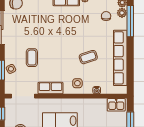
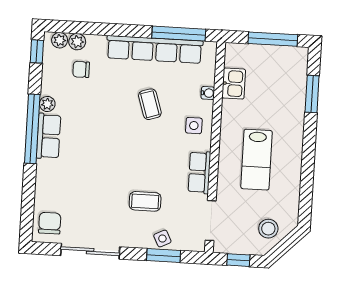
window: (130, 21) -> (179, 34), moved
kitchen sink: (116, 105) -> (234, 84), moved

